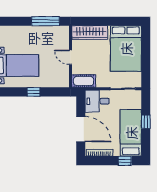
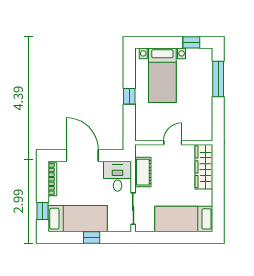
window: (46, 21) -> (218, 79), moved
bed: (126, 49) -> (184, 219), width x0.67
cot: (84, 81) -> (143, 172), moved
door: (81, 129) -> (82, 156), swing flipped

